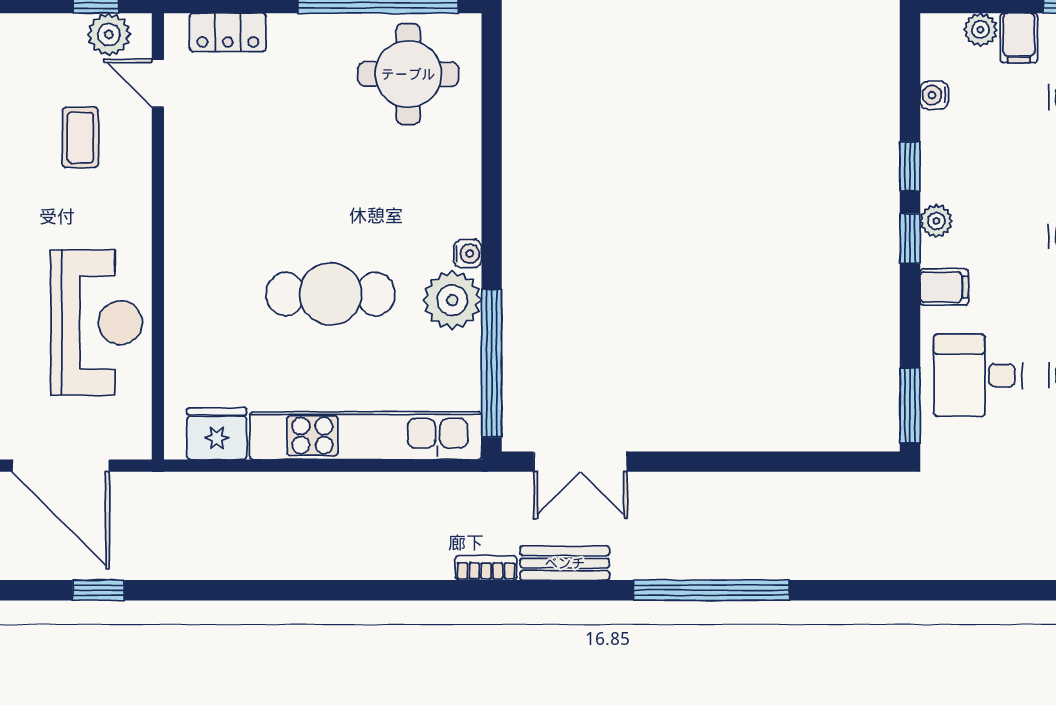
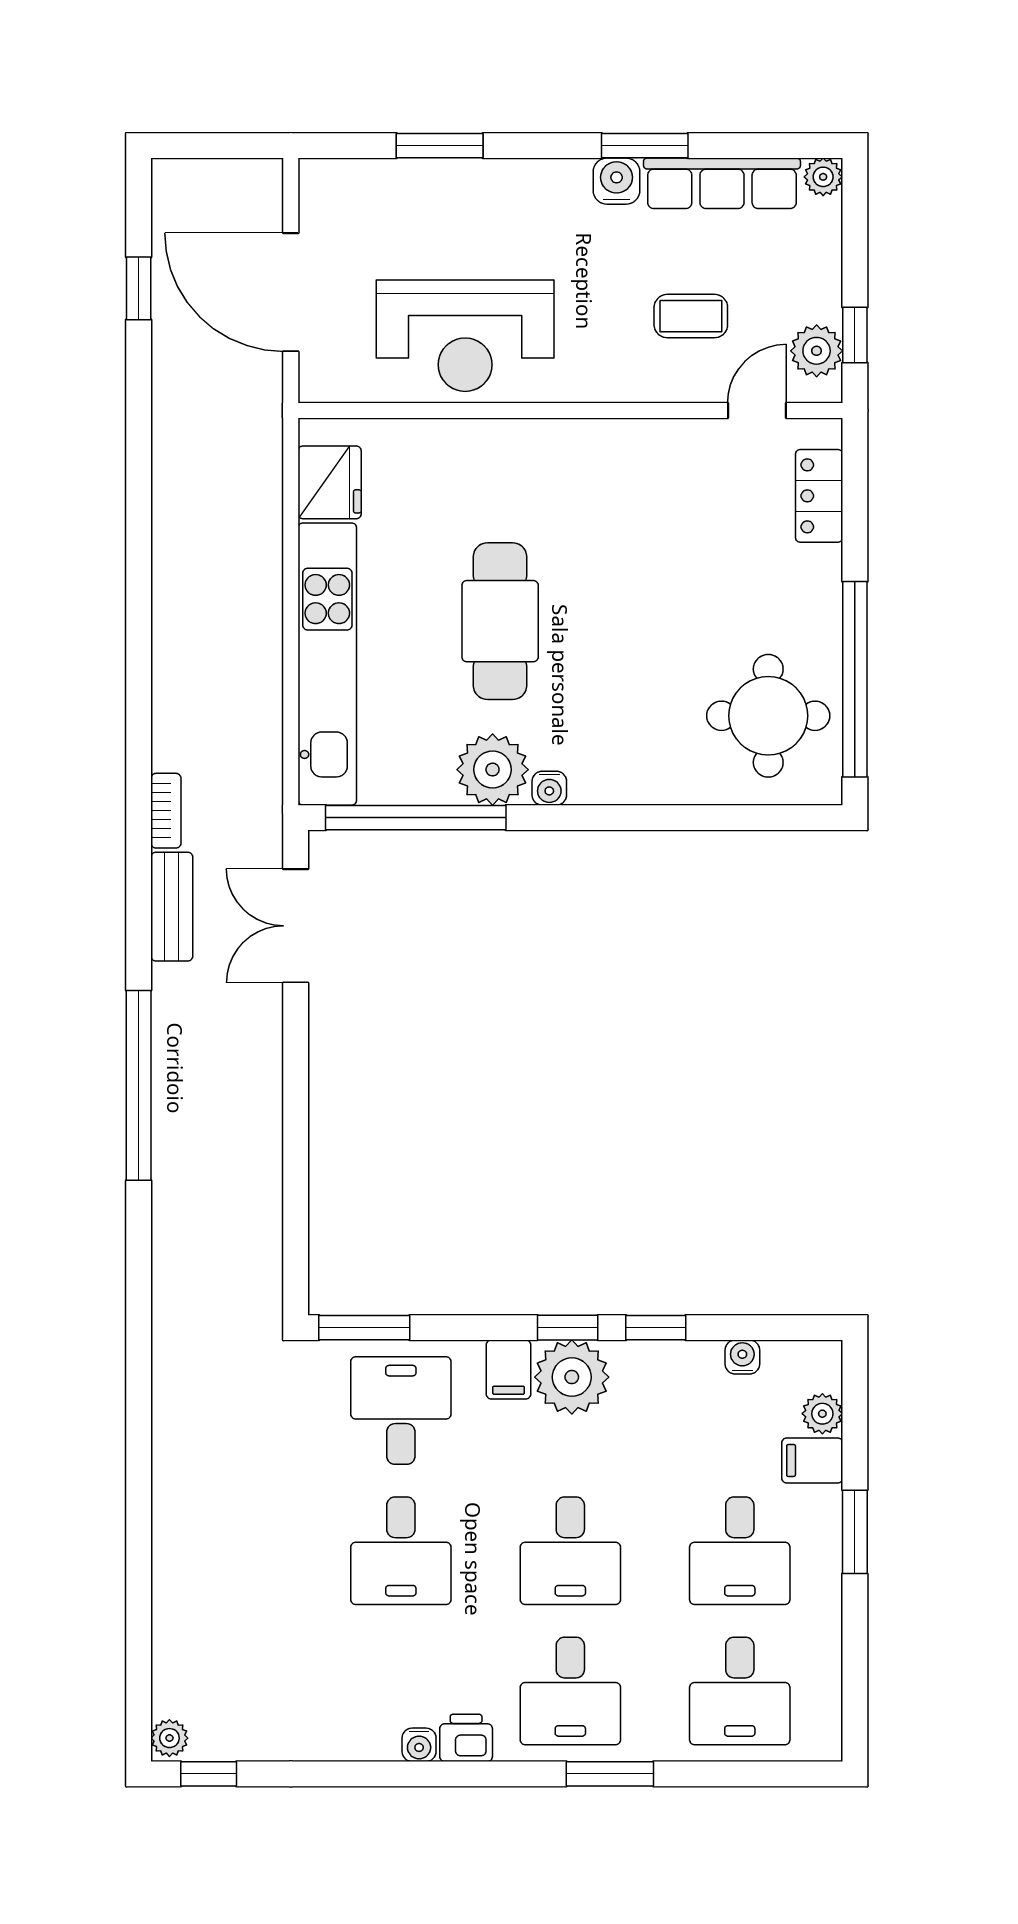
plant: (936, 221) -> (572, 1377), width x1.87, depth x1.87
door: (61, 466) -> (291, 292), hinge flipped
window: (99, 590) -> (139, 288), moved

